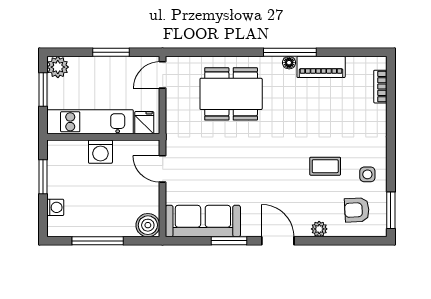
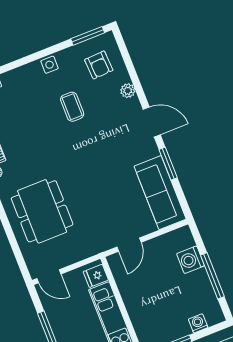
washing machine: (100, 152) -> (191, 260), moved, turned 180
side table: (367, 174) -> (50, 65), moved
boiler: (148, 225) -> (182, 238), removed
door: (278, 241) -> (152, 122), swing flipped

